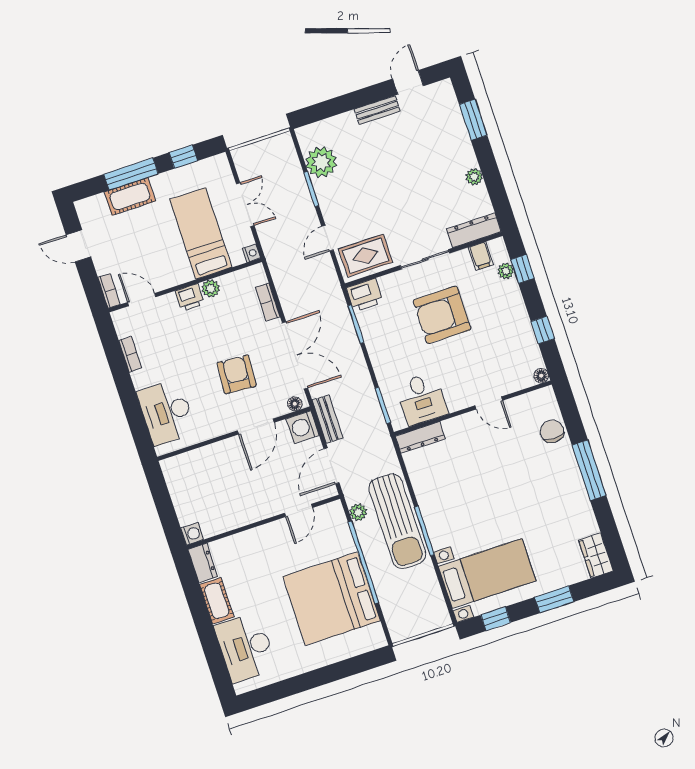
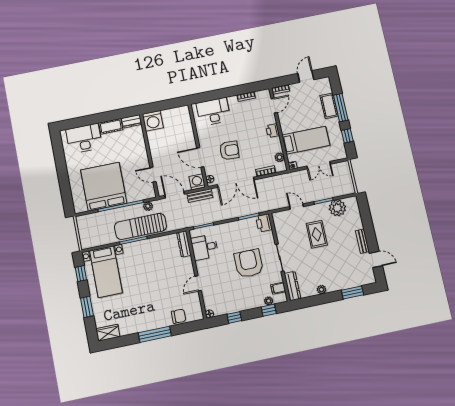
rug: (366, 256) -> (317, 234), moved
plant: (211, 288) -> (280, 157), moved
washing machine: (192, 534) -> (153, 121), width x1.89, depth x1.89

